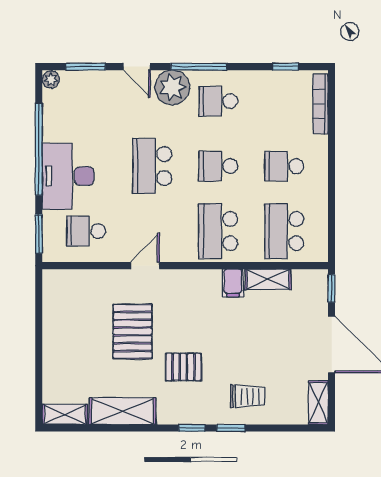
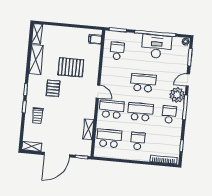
school desk: (218, 166) -> (140, 112), width x1.85
desk: (68, 176) -> (156, 47), moved
door: (145, 266) -> (98, 91), moved
filing cabinet: (233, 283) -> (95, 39), moved

